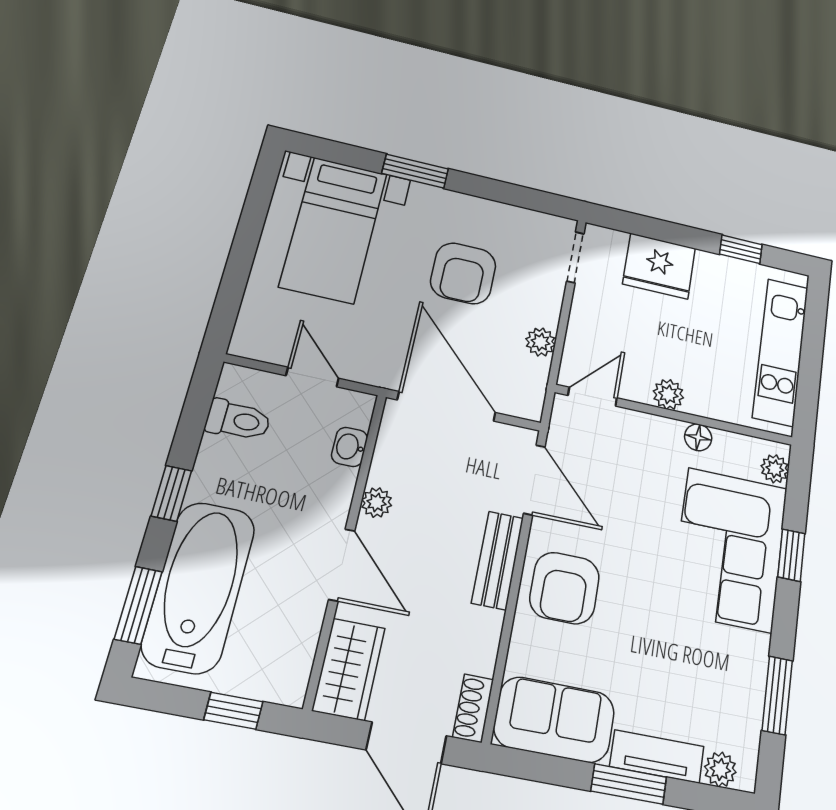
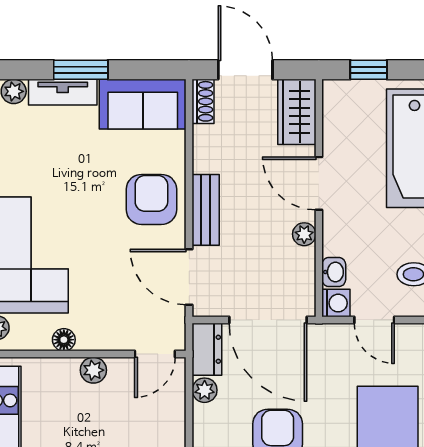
dresser: (529, 388) -> (207, 349), added
washing machine: (356, 408) -> (336, 303), added

